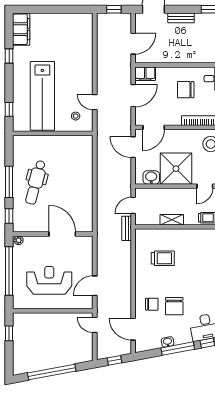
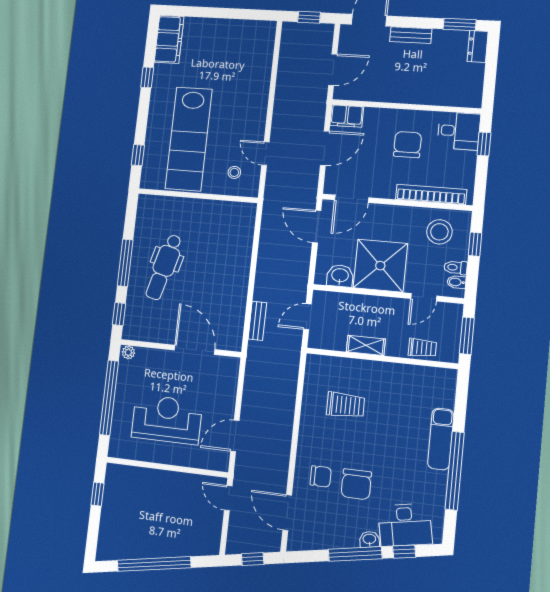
chair: (186, 90) -> (408, 145), turned 90
bench: (127, 228) -> (257, 321), moved
washbasin: (168, 342) -> (369, 539), moved

